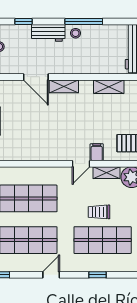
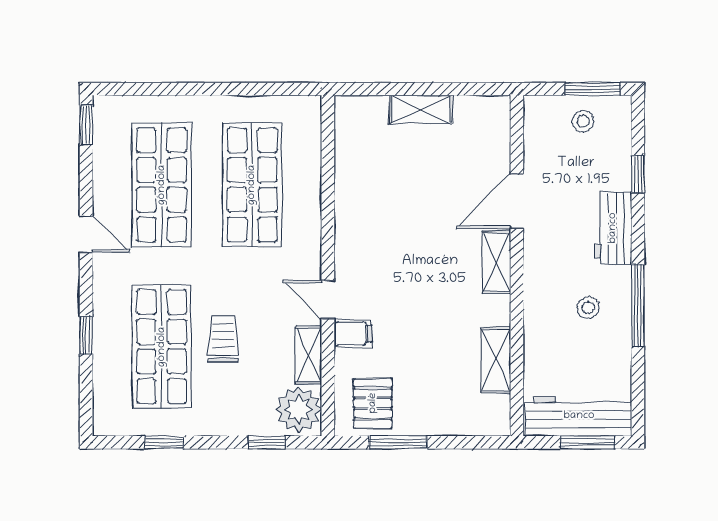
stool: (76, 33) -> (588, 308), moved

